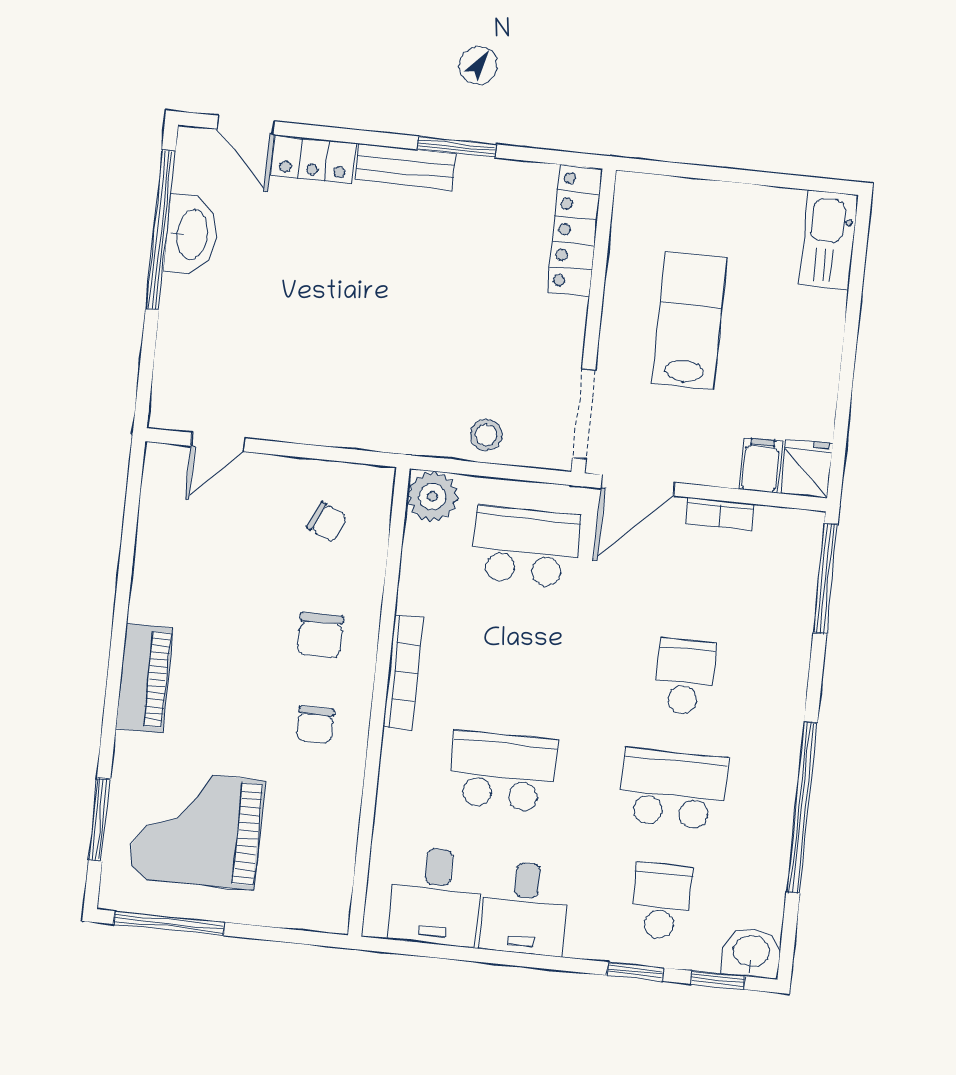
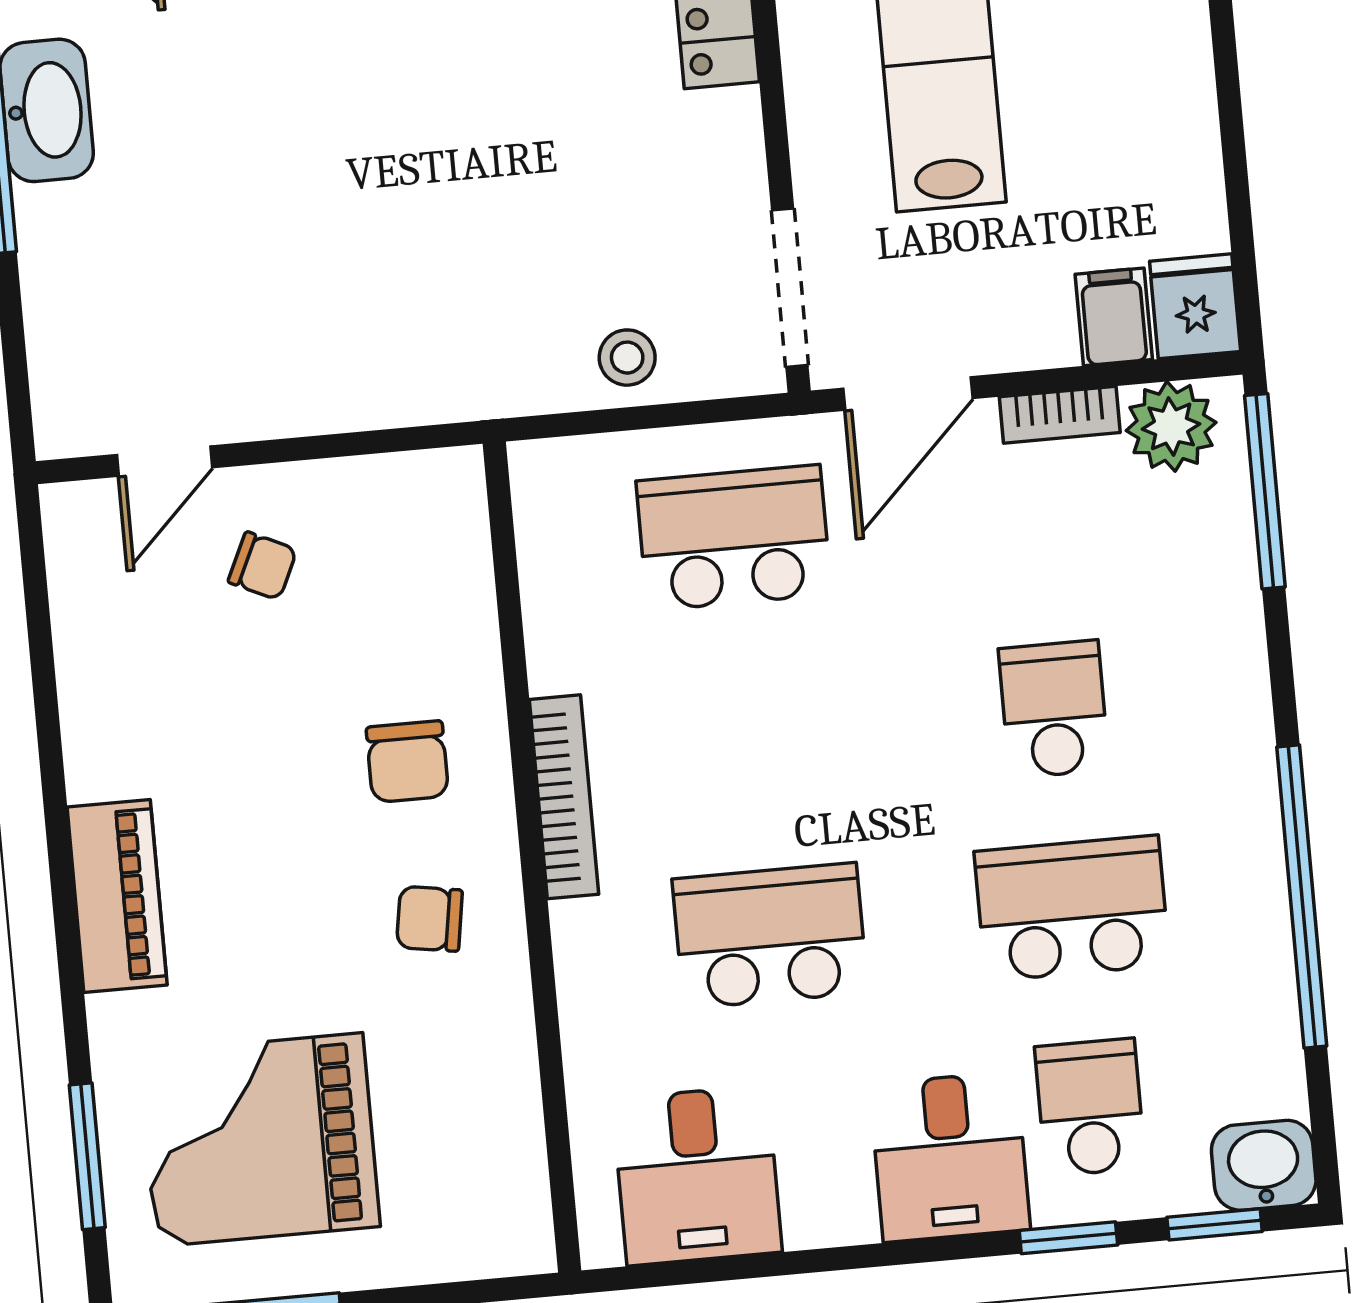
plant: (432, 496) -> (1171, 426), moved
chair: (327, 522) -> (263, 566), moved
chair: (315, 725) -> (429, 919), turned 99
desk: (525, 908) -> (950, 1157), moved

